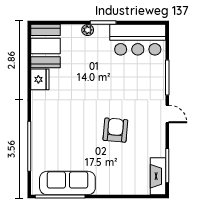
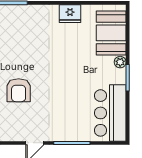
booth: (46, 46) -> (111, 33), moved, turned 90
armchair: (115, 130) -> (19, 90), turned 85

